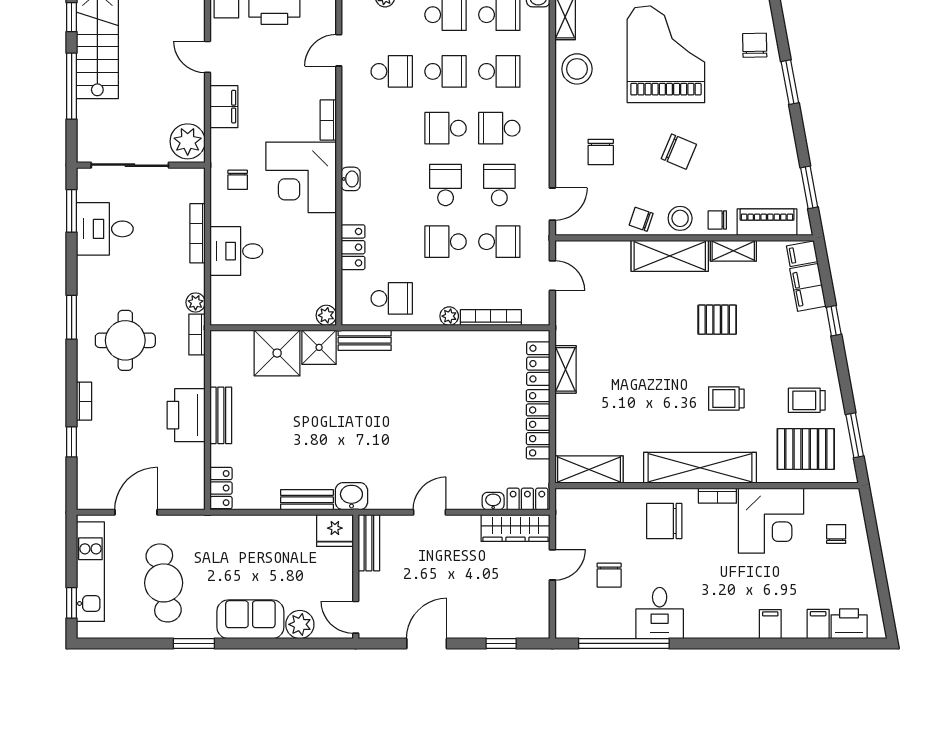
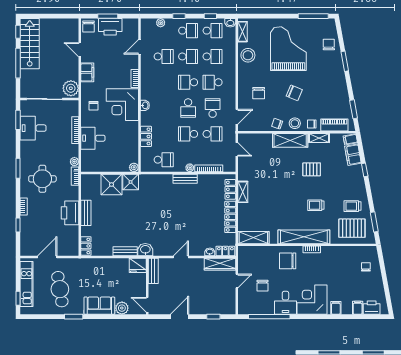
school desk: (446, 185) -> (188, 108), turned 180
bench: (365, 340) -> (185, 179), moved
corner desk: (771, 521) -> (312, 300), moved, turned 180

